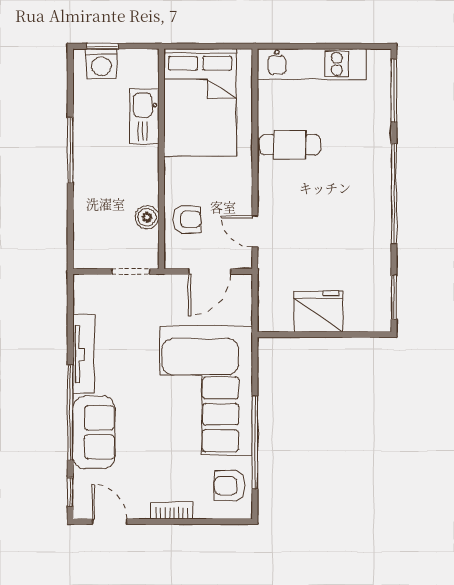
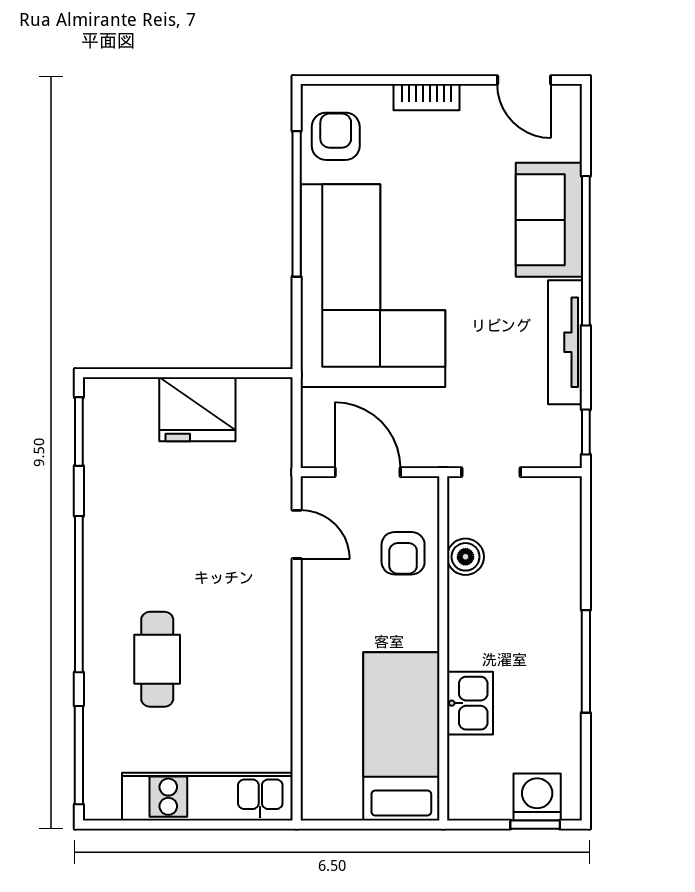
bed: (200, 103) -> (401, 736), width x0.67
kitchen sink: (144, 116) -> (470, 703), width x0.73
cafe table: (290, 145) -> (157, 659), moved, turned 90
armchair: (187, 219) -> (403, 553), turned -90
door: (210, 271) -> (368, 472), hinge flipped
armchair: (230, 486) -> (336, 136), turned -90
window: (70, 492) -> (586, 432), moved

